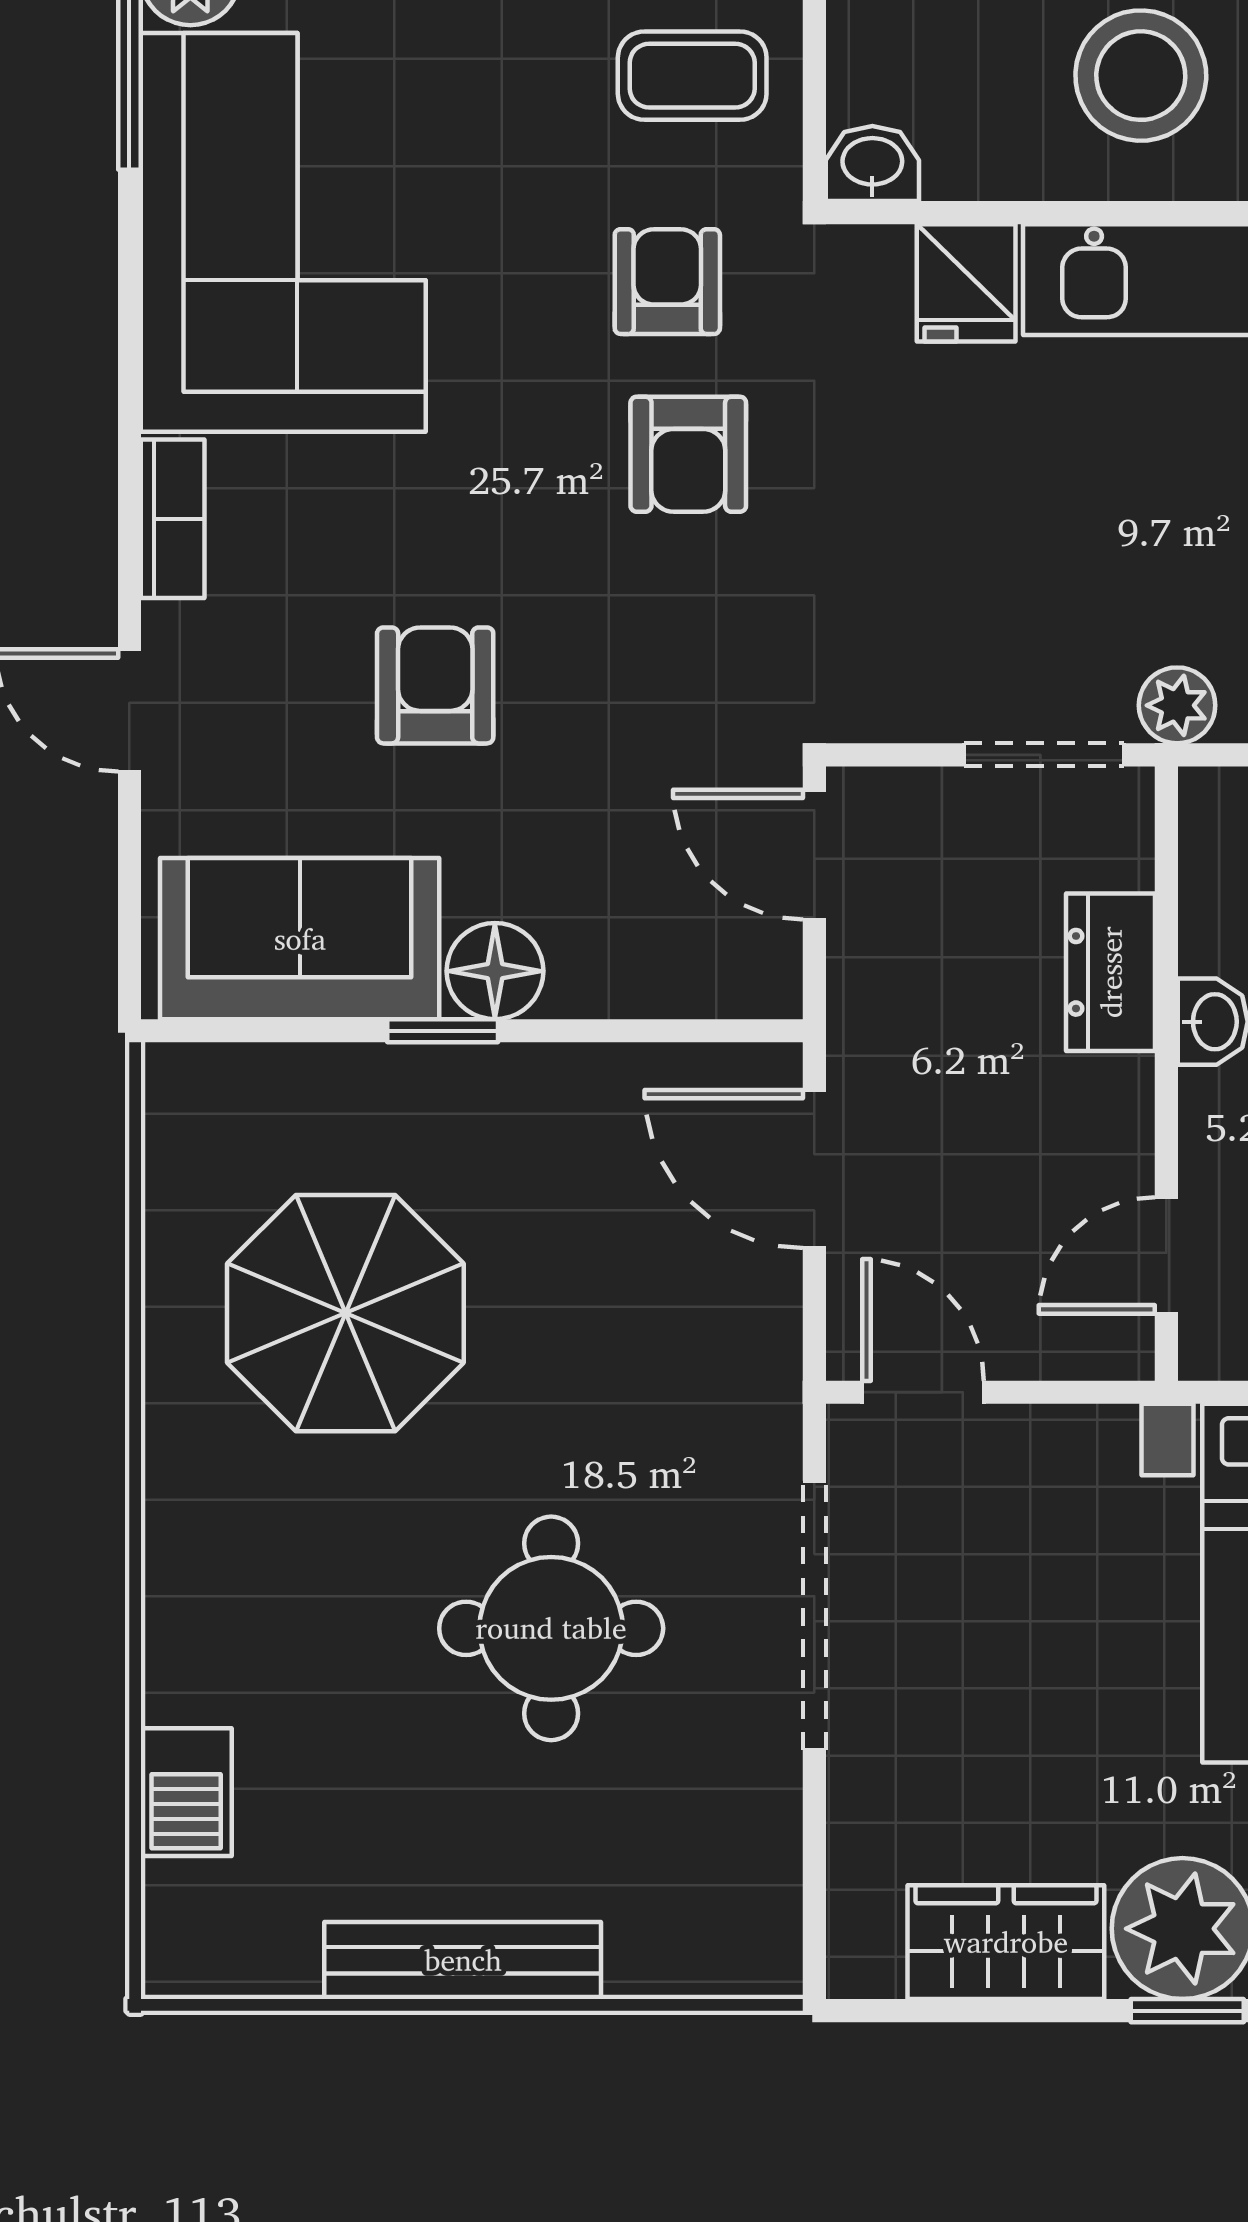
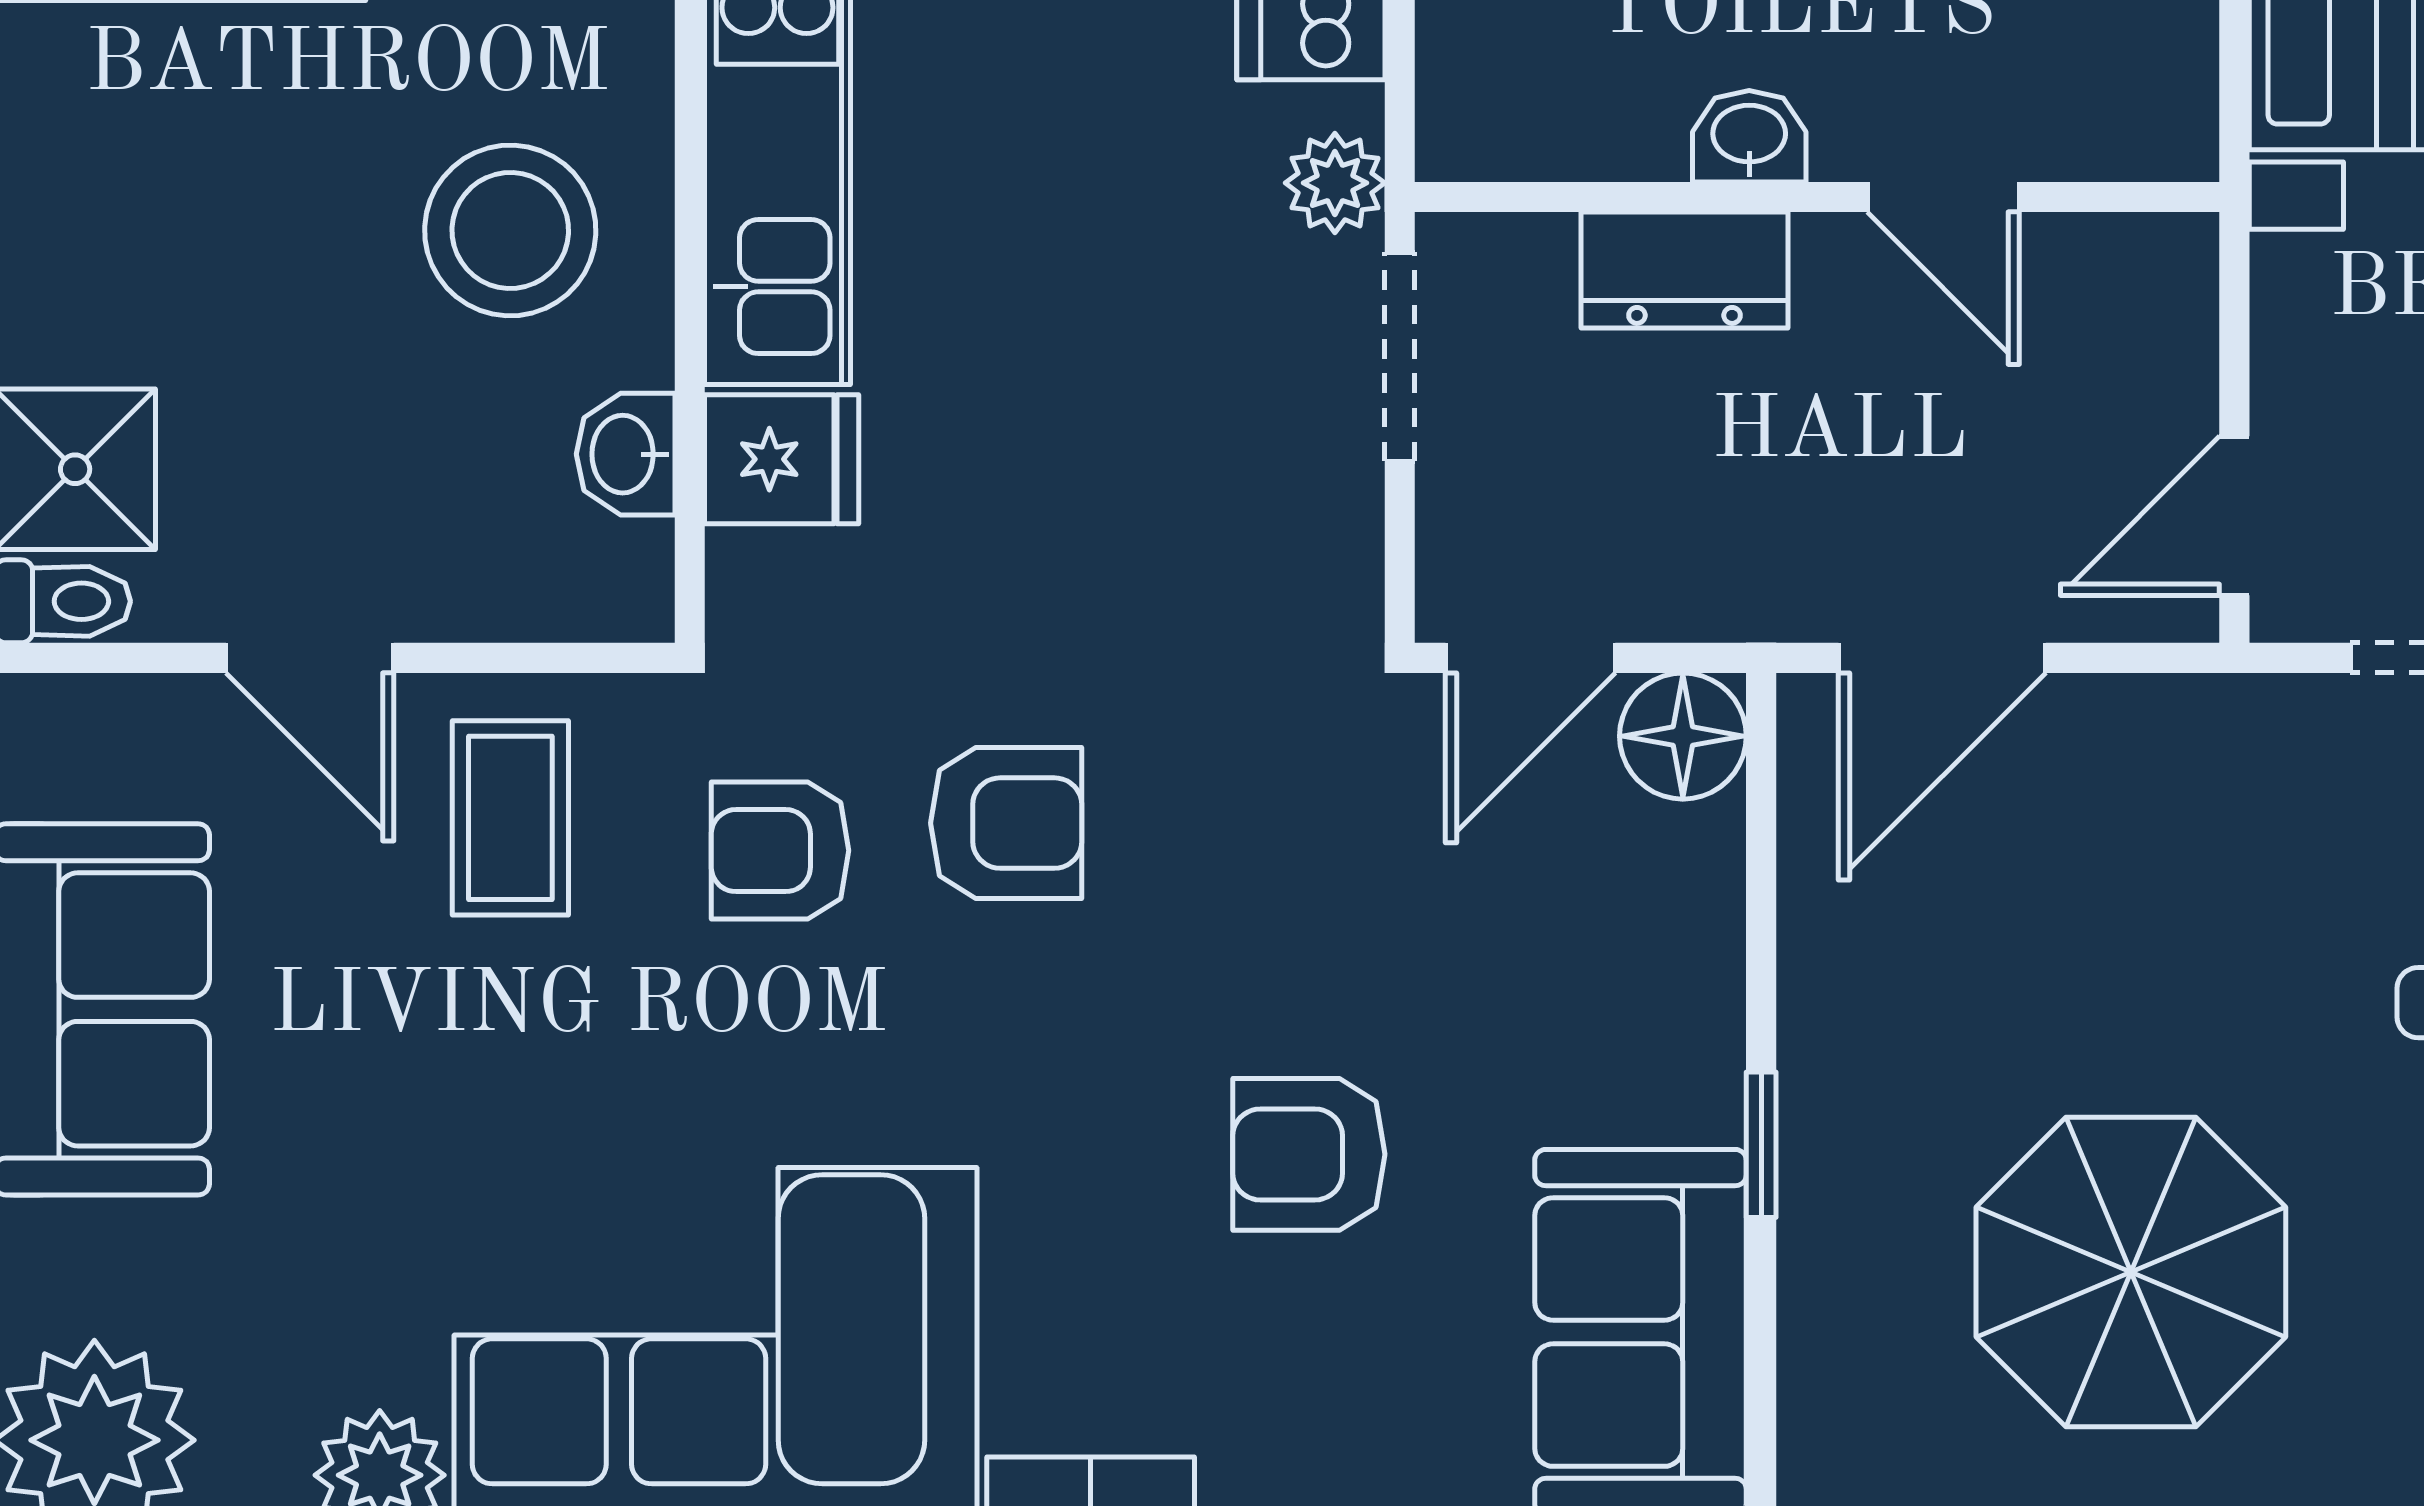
washbasin: (872, 164) -> (626, 454), moved
floor lamp: (495, 971) -> (1683, 736), moved
door: (1166, 1256) -> (1943, 197), moved

